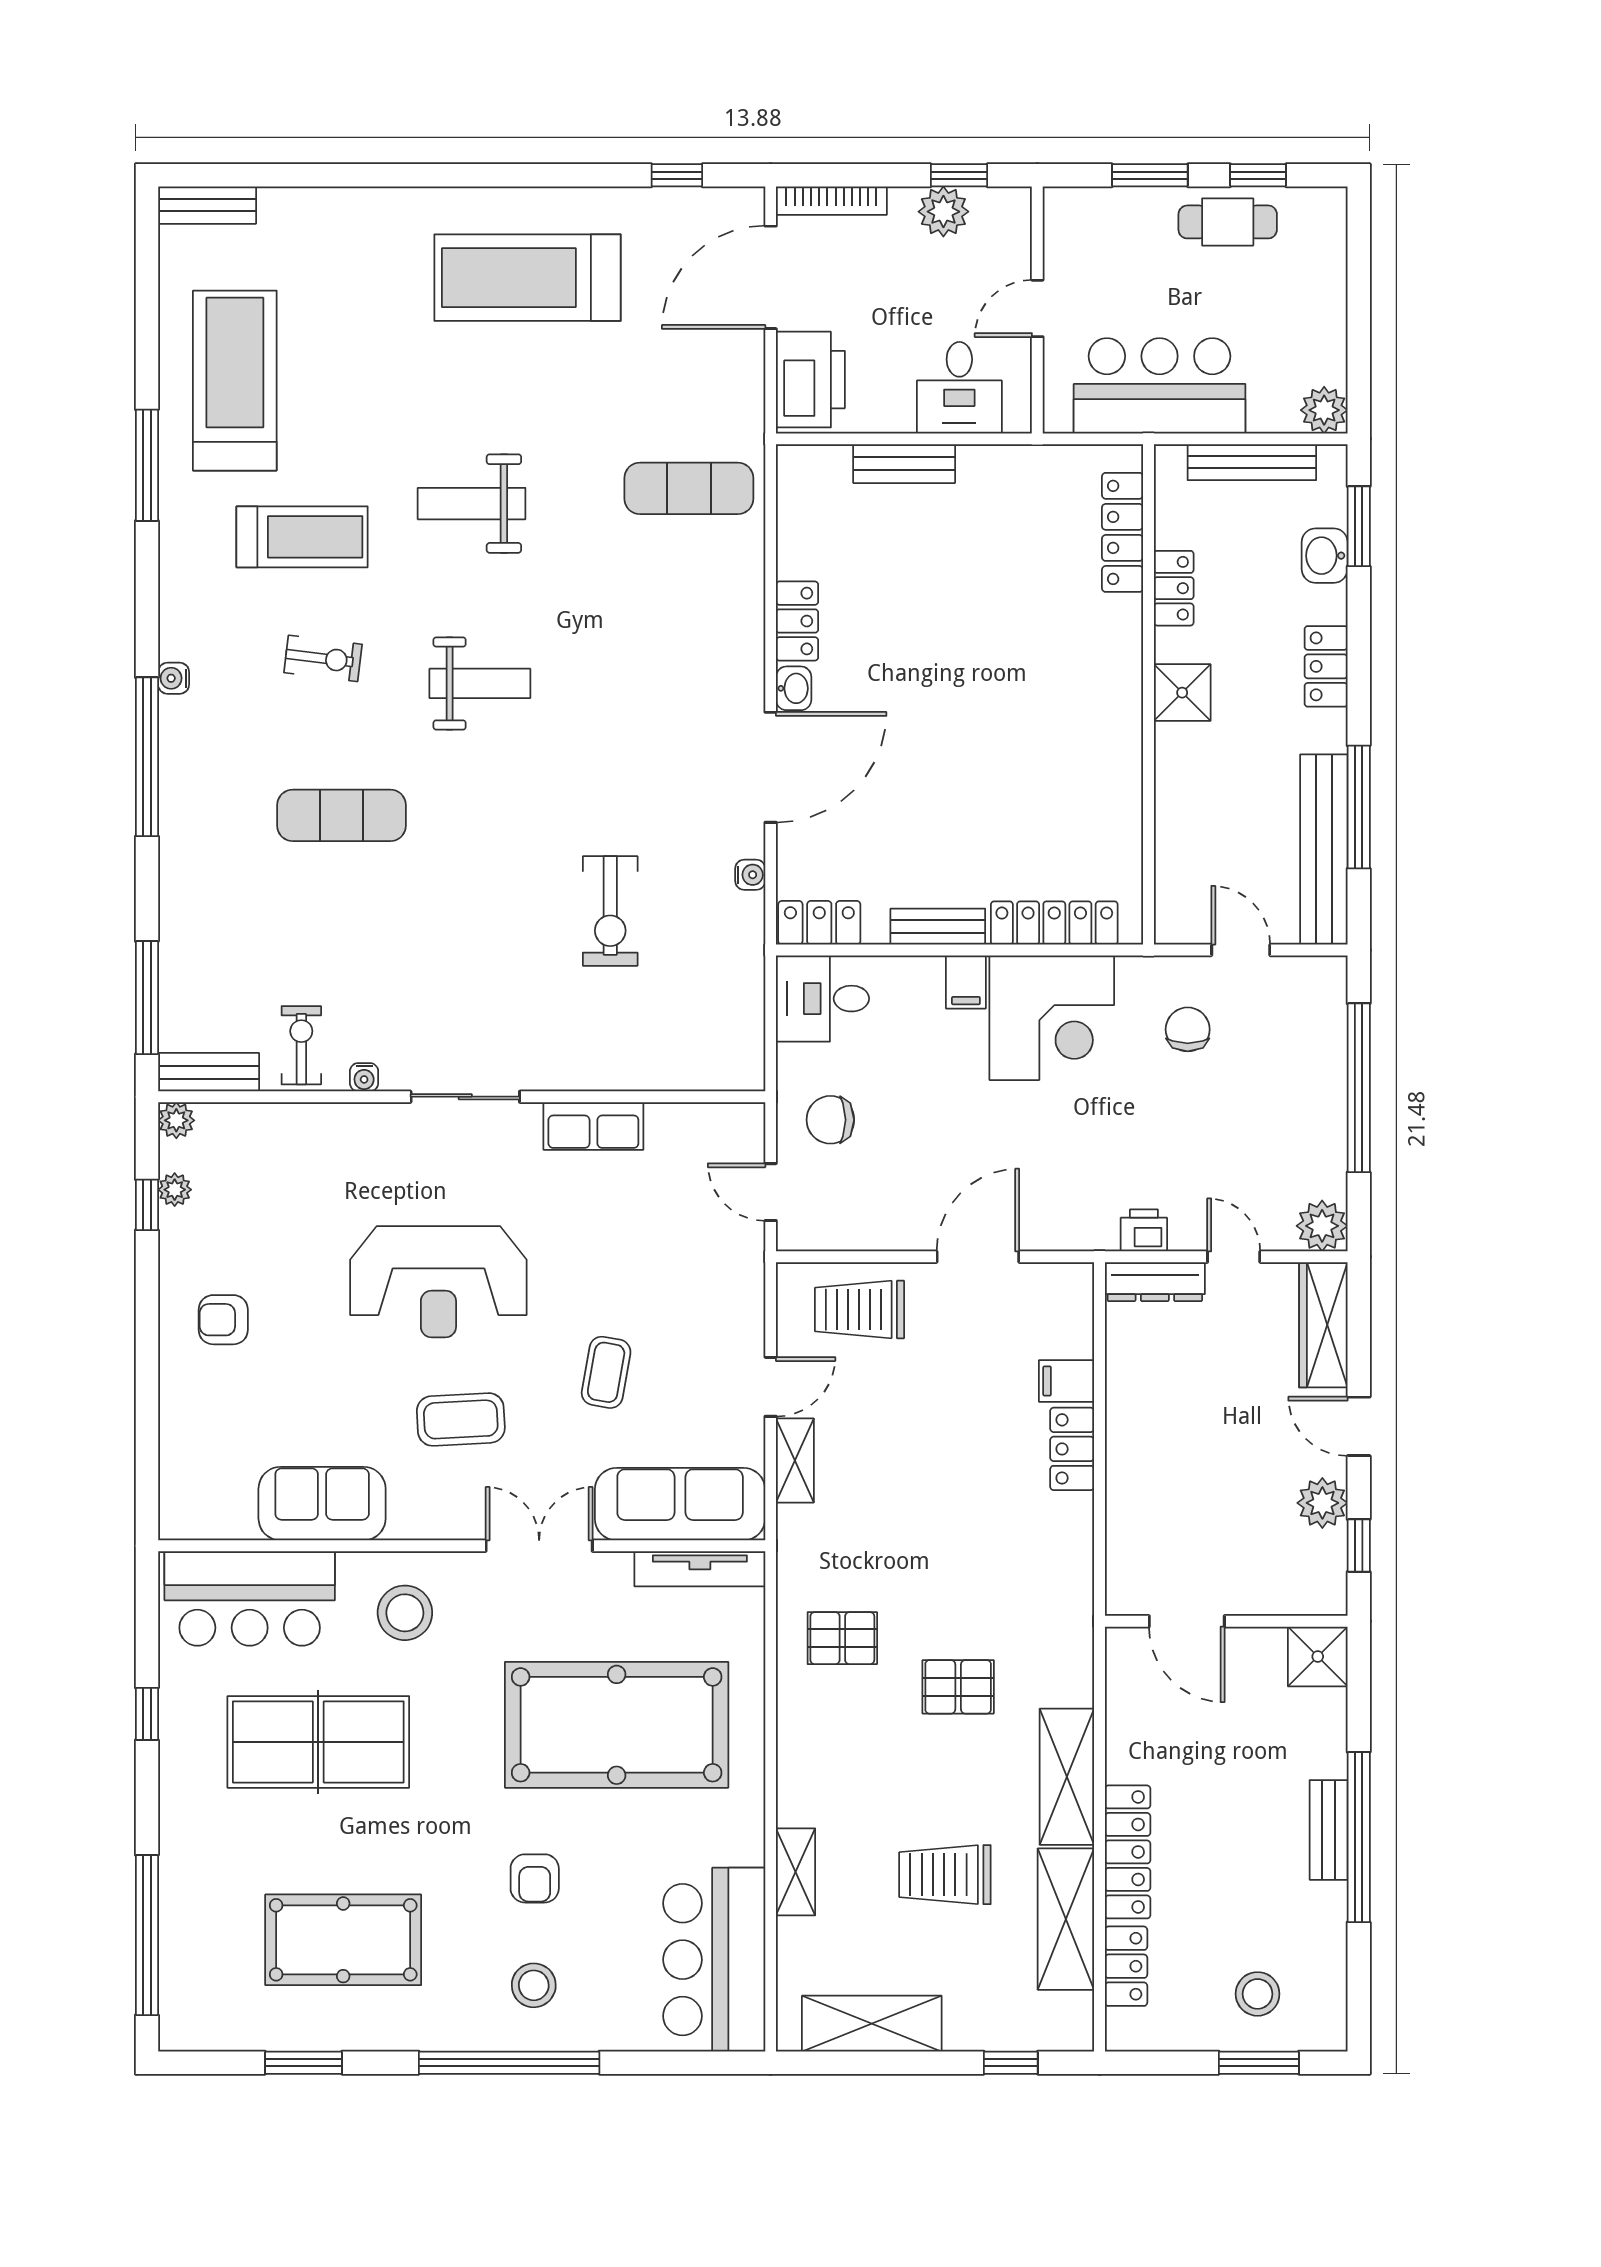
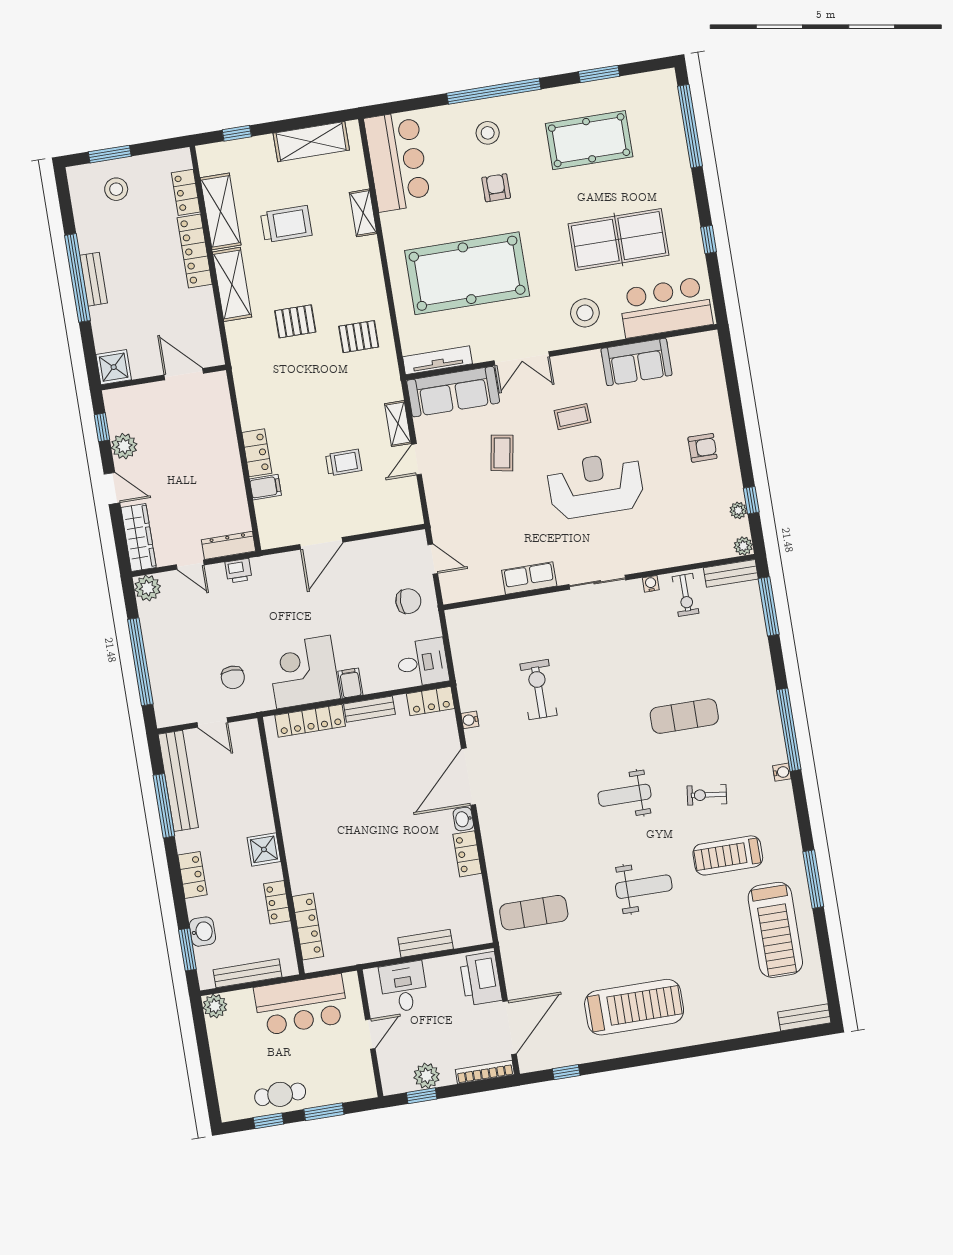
trolley: (859, 1310) -> (344, 462), moved, width x0.73, depth x0.72
coffee table: (461, 1419) -> (572, 417), width x0.73, depth x0.77

